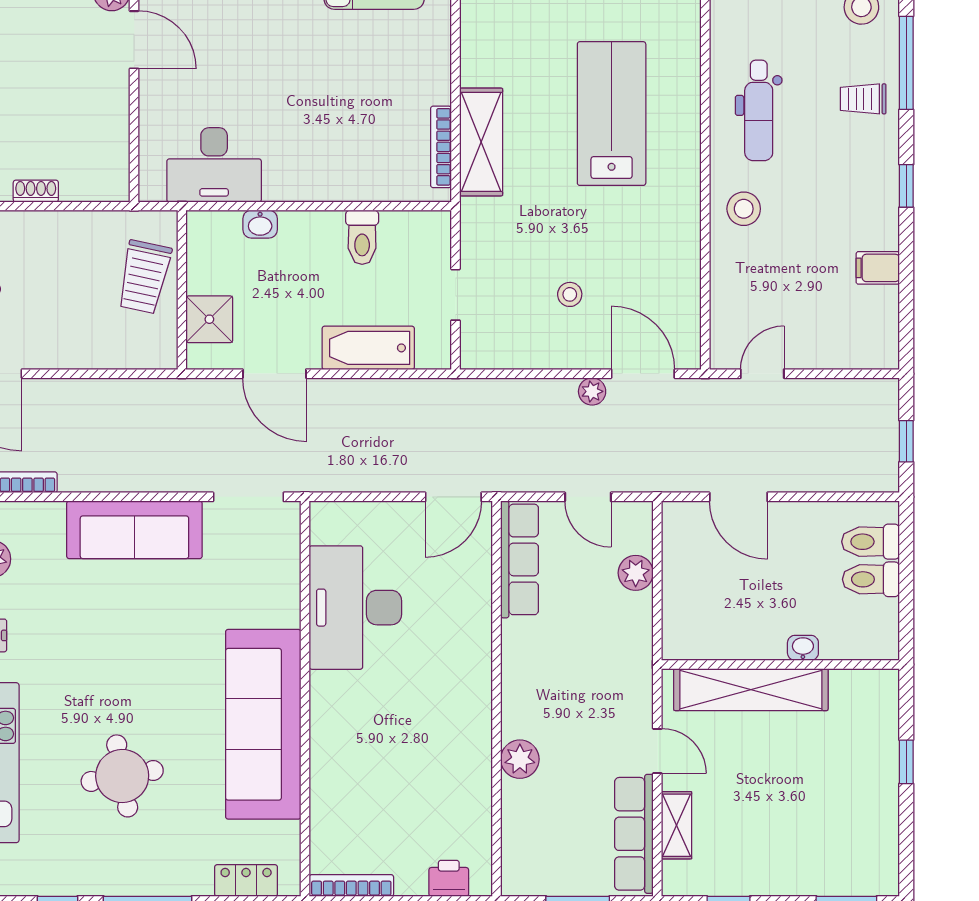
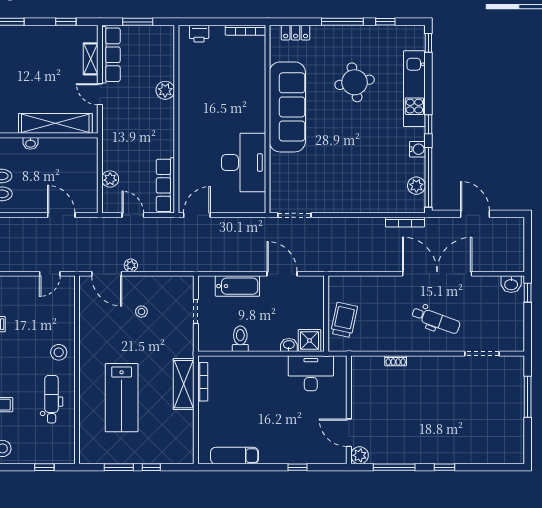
shower: (209, 319) -> (309, 341), moved
sofa: (134, 530) -> (349, 200), removed

